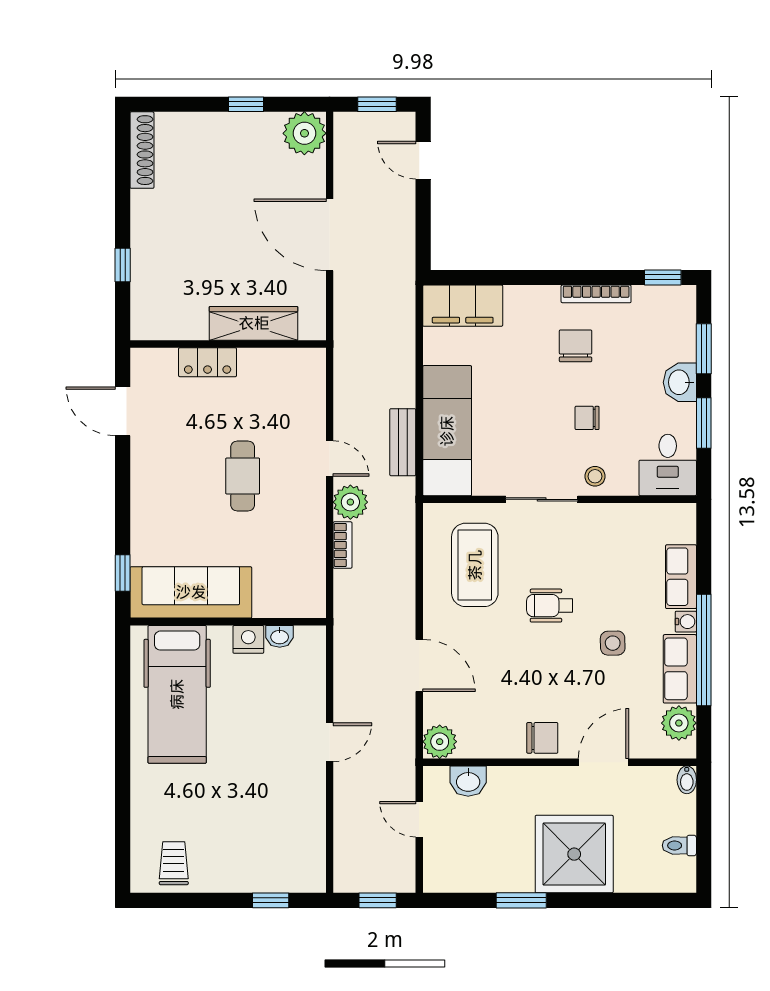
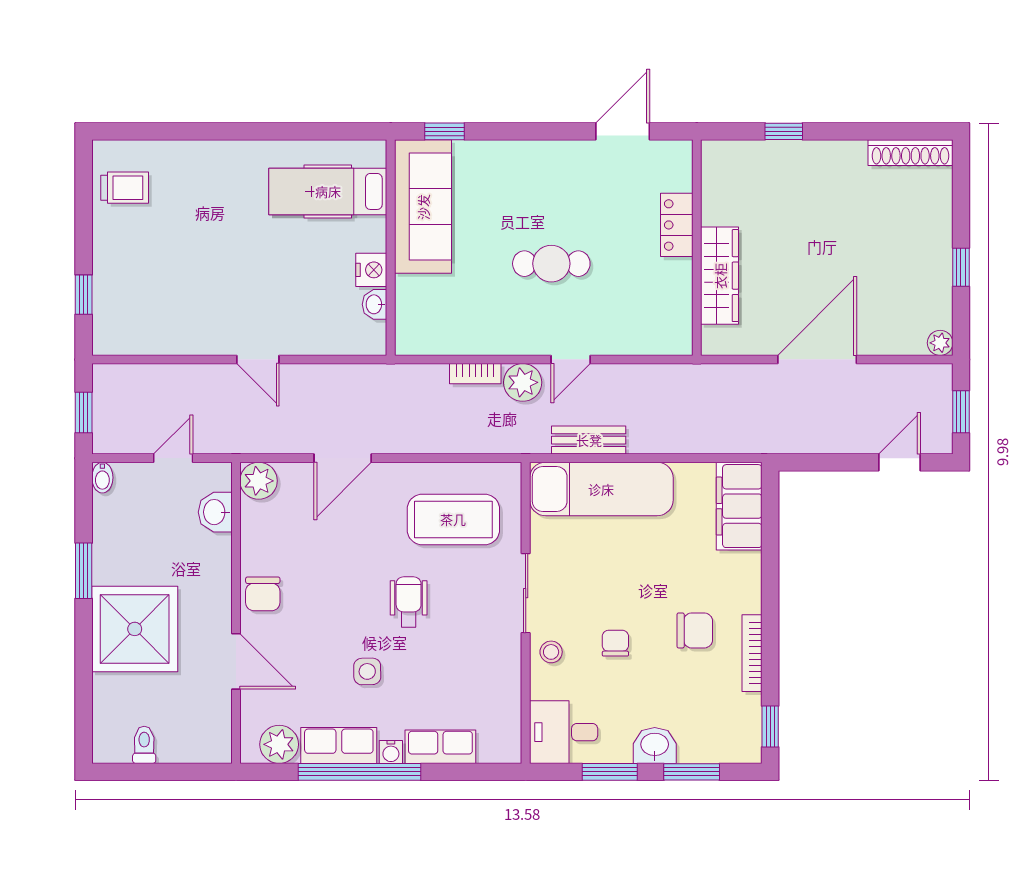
plant: (304, 133) -> (940, 343), width x0.53, depth x0.53
hospital bed: (177, 694) -> (328, 191), width x0.73, depth x0.78
bidet: (687, 780) -> (102, 478), moved, turned -90

